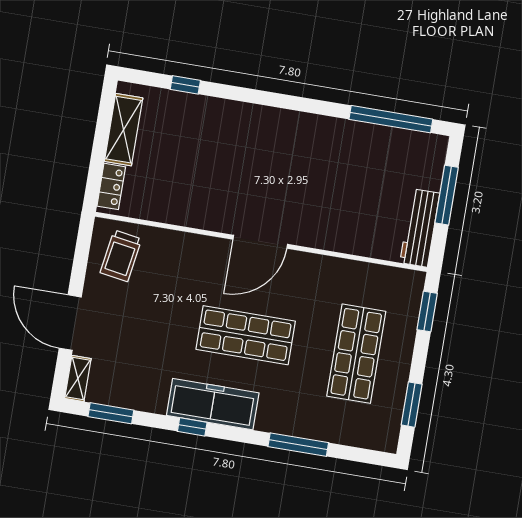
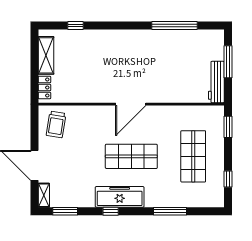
window: (391, 119) -> (174, 25), moved
window: (412, 405) -> (228, 179), width x0.67

